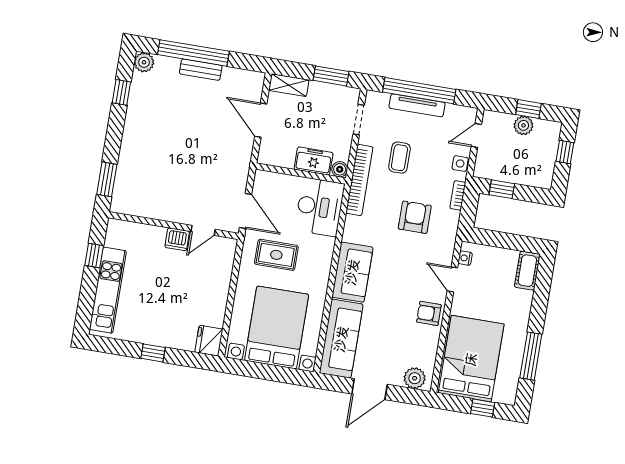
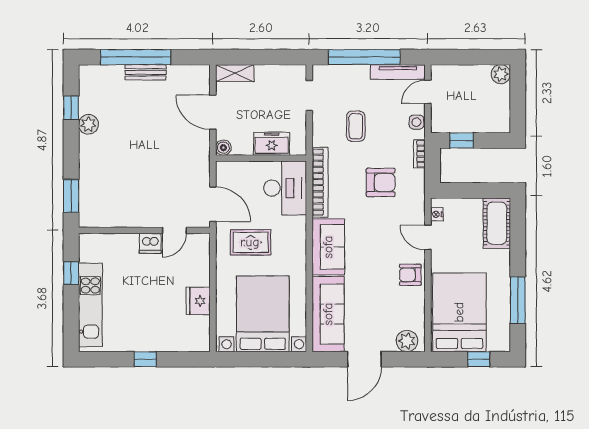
plant: (144, 62) -> (88, 124), moved
window: (331, 76) -> (275, 57), removed
tv unit: (417, 105) -> (398, 72), moved
window: (528, 109) -> (475, 57), removed
plant: (523, 125) -> (501, 74), moved
window: (565, 152) -> (518, 94), removed
boiler: (340, 169) -> (223, 148), moved
bookcase: (359, 180) -> (320, 182), moved
armchair: (415, 217) -> (381, 182), turned 90
cot: (527, 271) -> (497, 223), width x1.37, depth x1.34
fridge: (209, 341) -> (198, 301), moved

